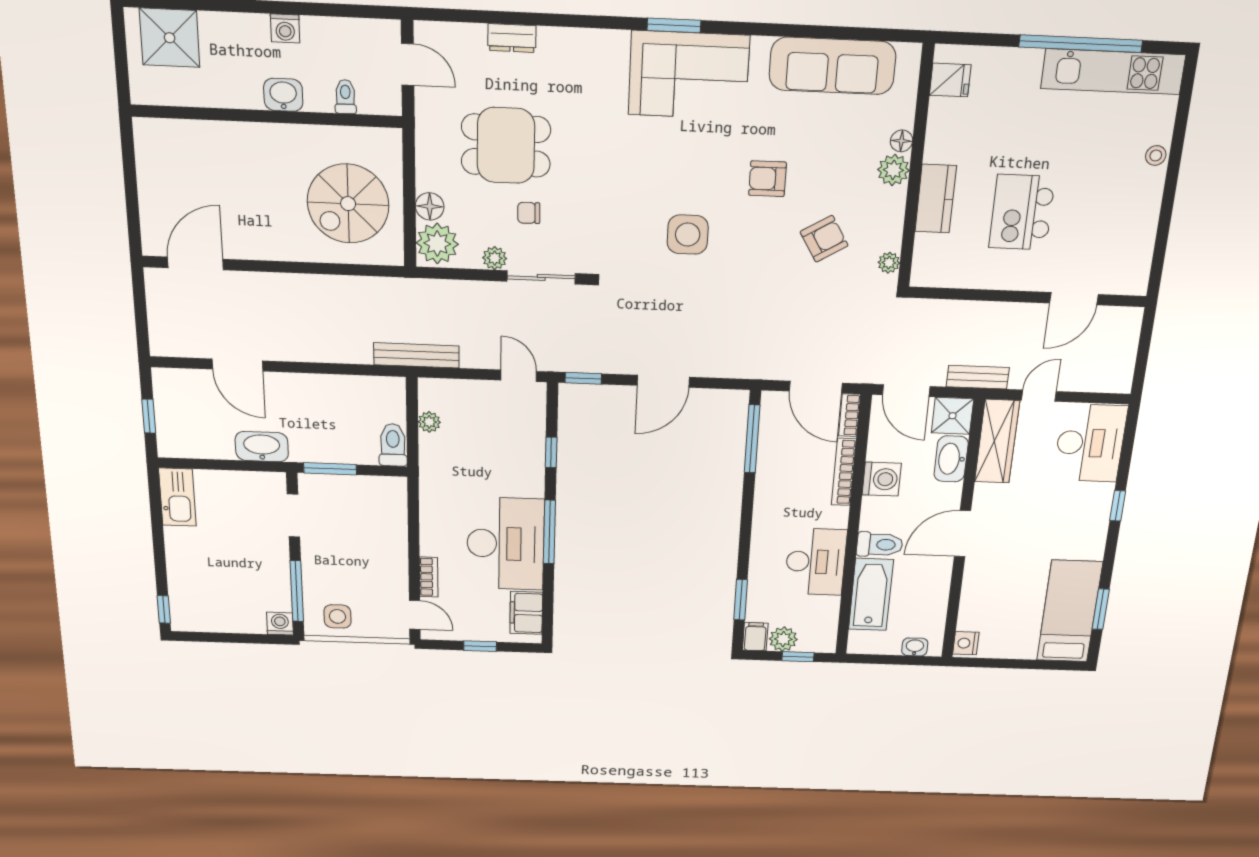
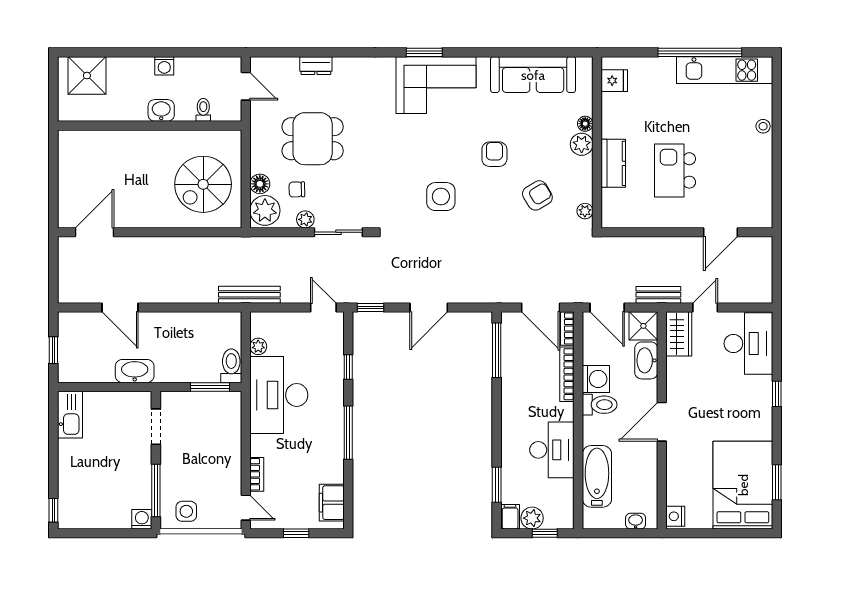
armchair: (767, 179) -> (494, 154), turned 90
chair: (529, 213) -> (297, 189), moved
wardrobe: (997, 441) -> (679, 334), width x0.67
window: (330, 469) -> (210, 387), moved
desk: (505, 544) -> (279, 395), moved, turned 180
toilet: (880, 544) -> (600, 405), moved
bed: (1070, 611) -> (743, 485), width x1.50

